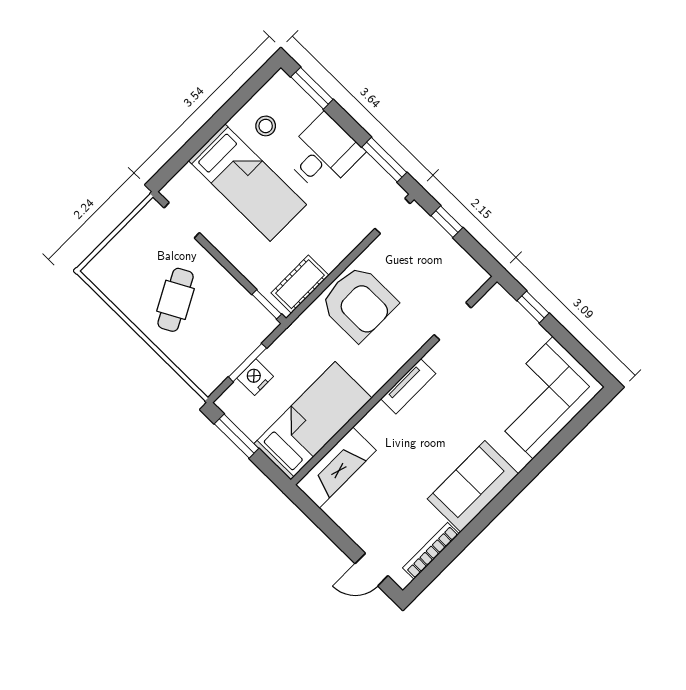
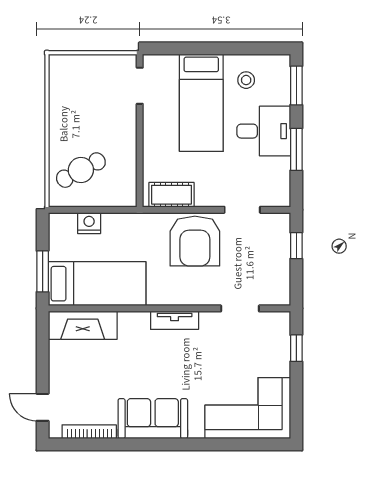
window: (384, 160) -> (296, 149), moved
doorway: (393, 216) -> (242, 210), moved
cafe table: (176, 300) -> (81, 170), moved
window: (267, 304) -> (140, 187), removed
window: (247, 363) -> (93, 210), removed
window: (237, 436) -> (43, 271), moved

